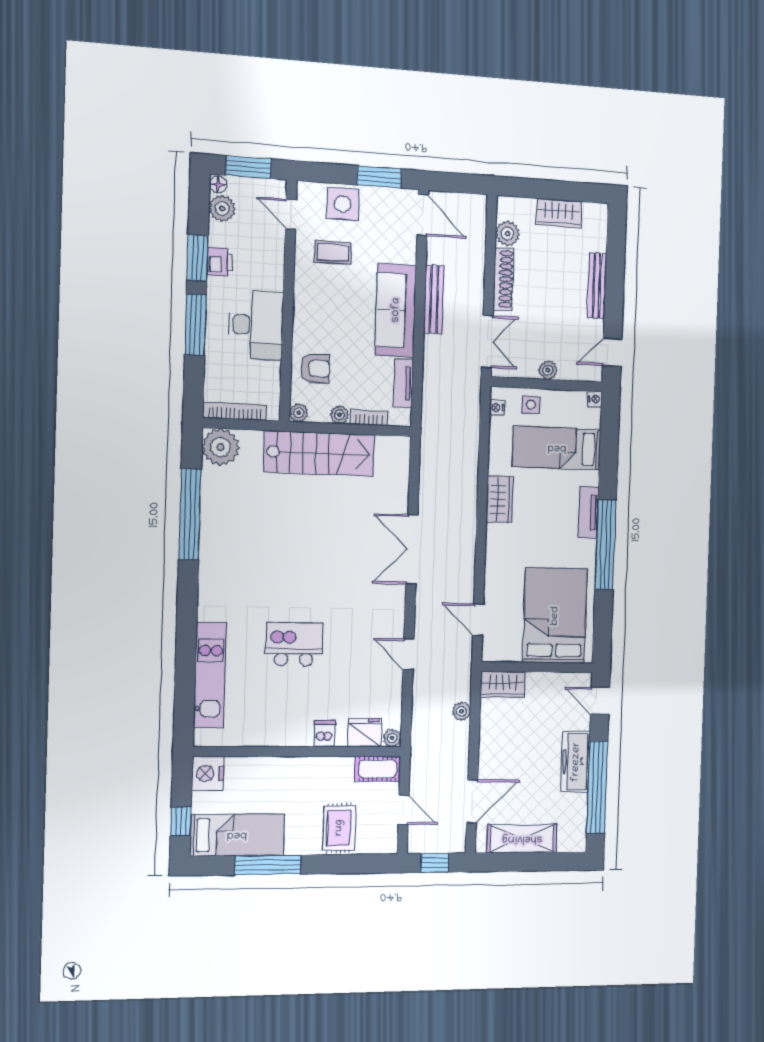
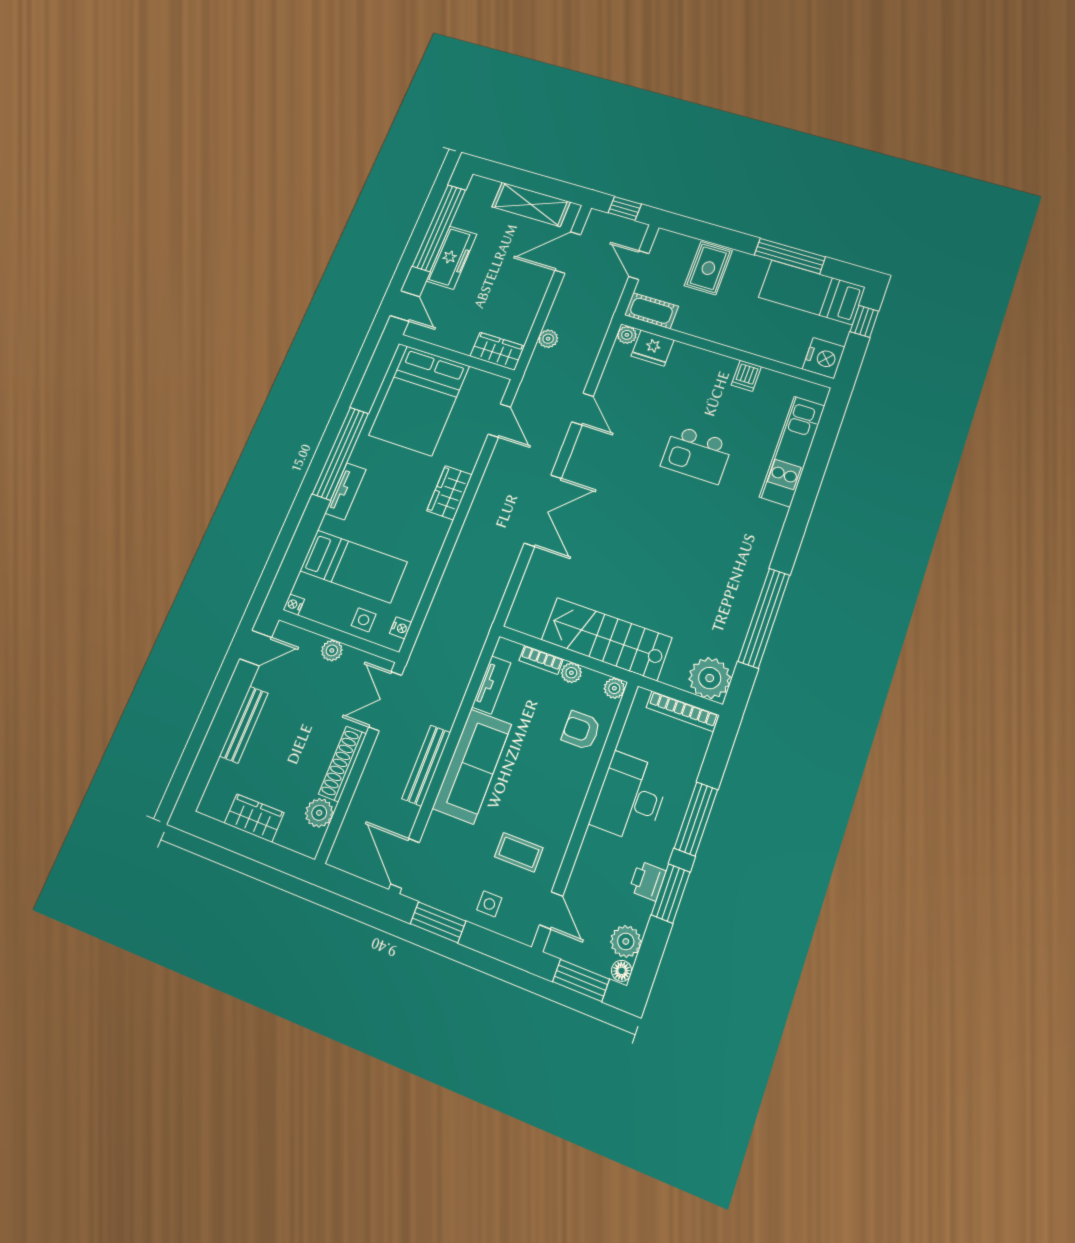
side table: (343, 204) -> (489, 904), width x0.54, depth x0.54
wardrobe: (500, 499) -> (449, 493), moved
dishwasher: (324, 734) -> (746, 376), moved

